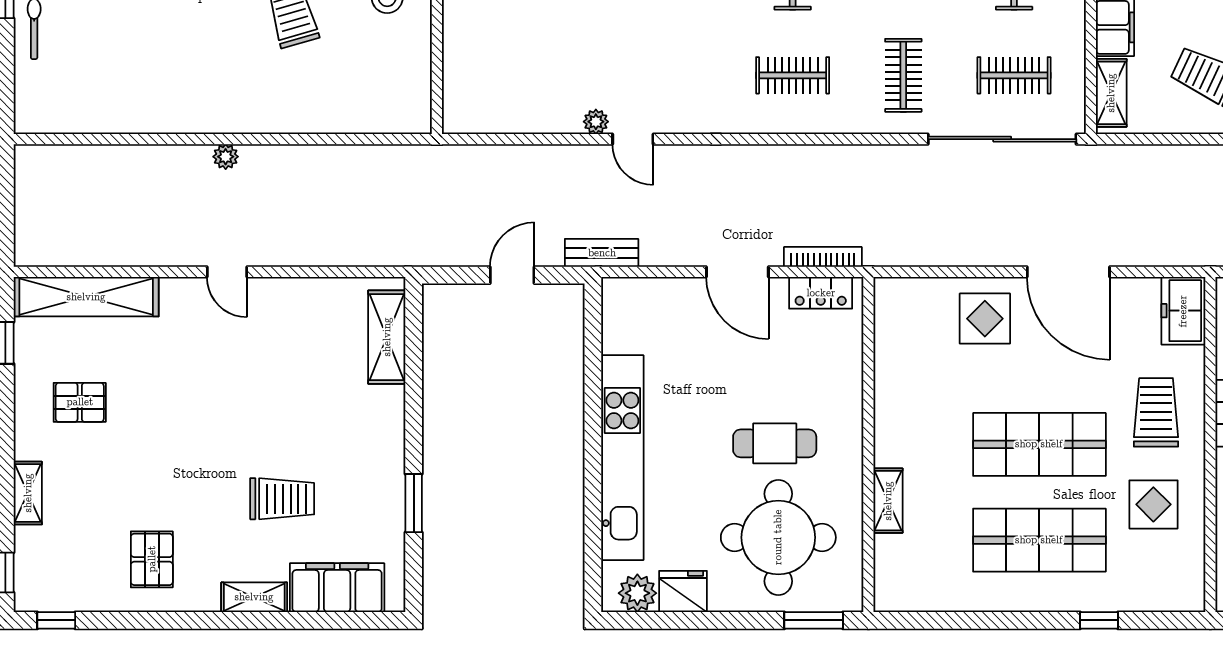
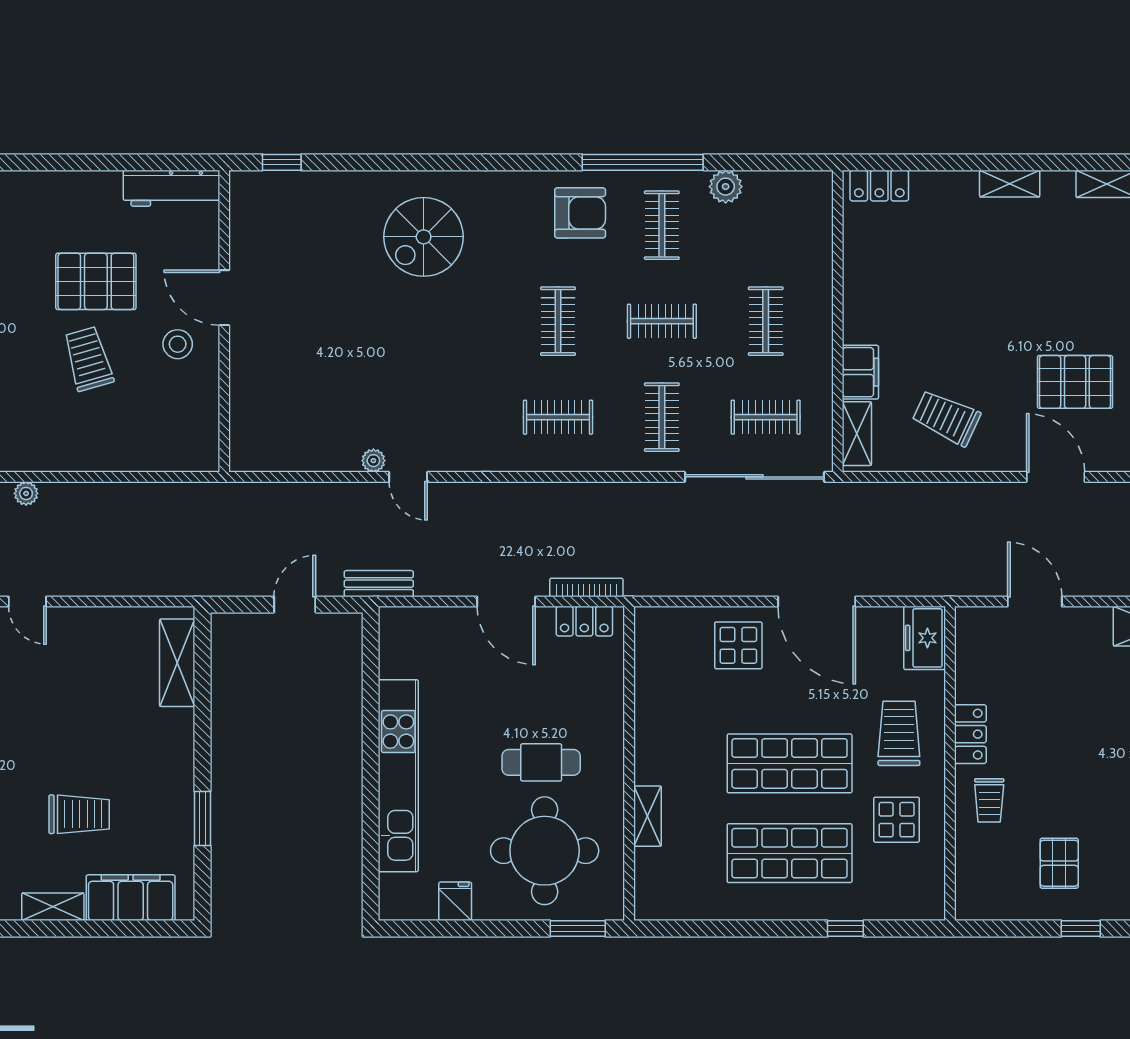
fridge: (683, 591) -> (455, 901), width x0.72
plant: (637, 593) -> (412, 903), removed

